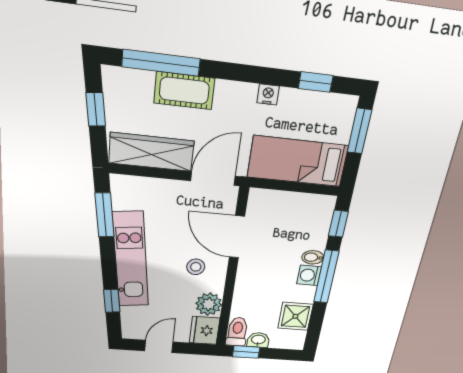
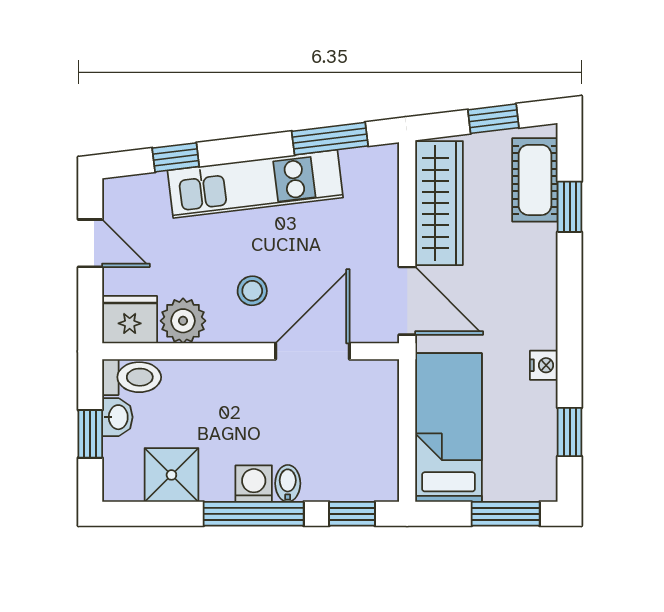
window: (161, 63) -> (570, 207), width x0.46
cot: (184, 91) -> (535, 180), moved
window: (246, 352) -> (90, 434), moved

